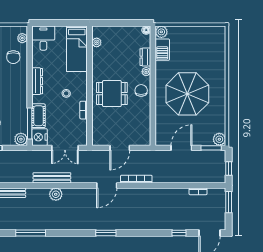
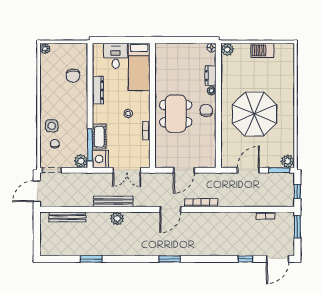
plant: (22, 38) -> (82, 56), removed
desk: (43, 38) -> (116, 56), moved
plant: (97, 42) -> (160, 60), removed
barbecue: (162, 50) -> (262, 50), moved, turned 90
dresser: (37, 81) -> (98, 90), moved
dining table: (112, 94) -> (176, 114), width x1.38
window: (31, 233) -> (91, 259), width x0.69

